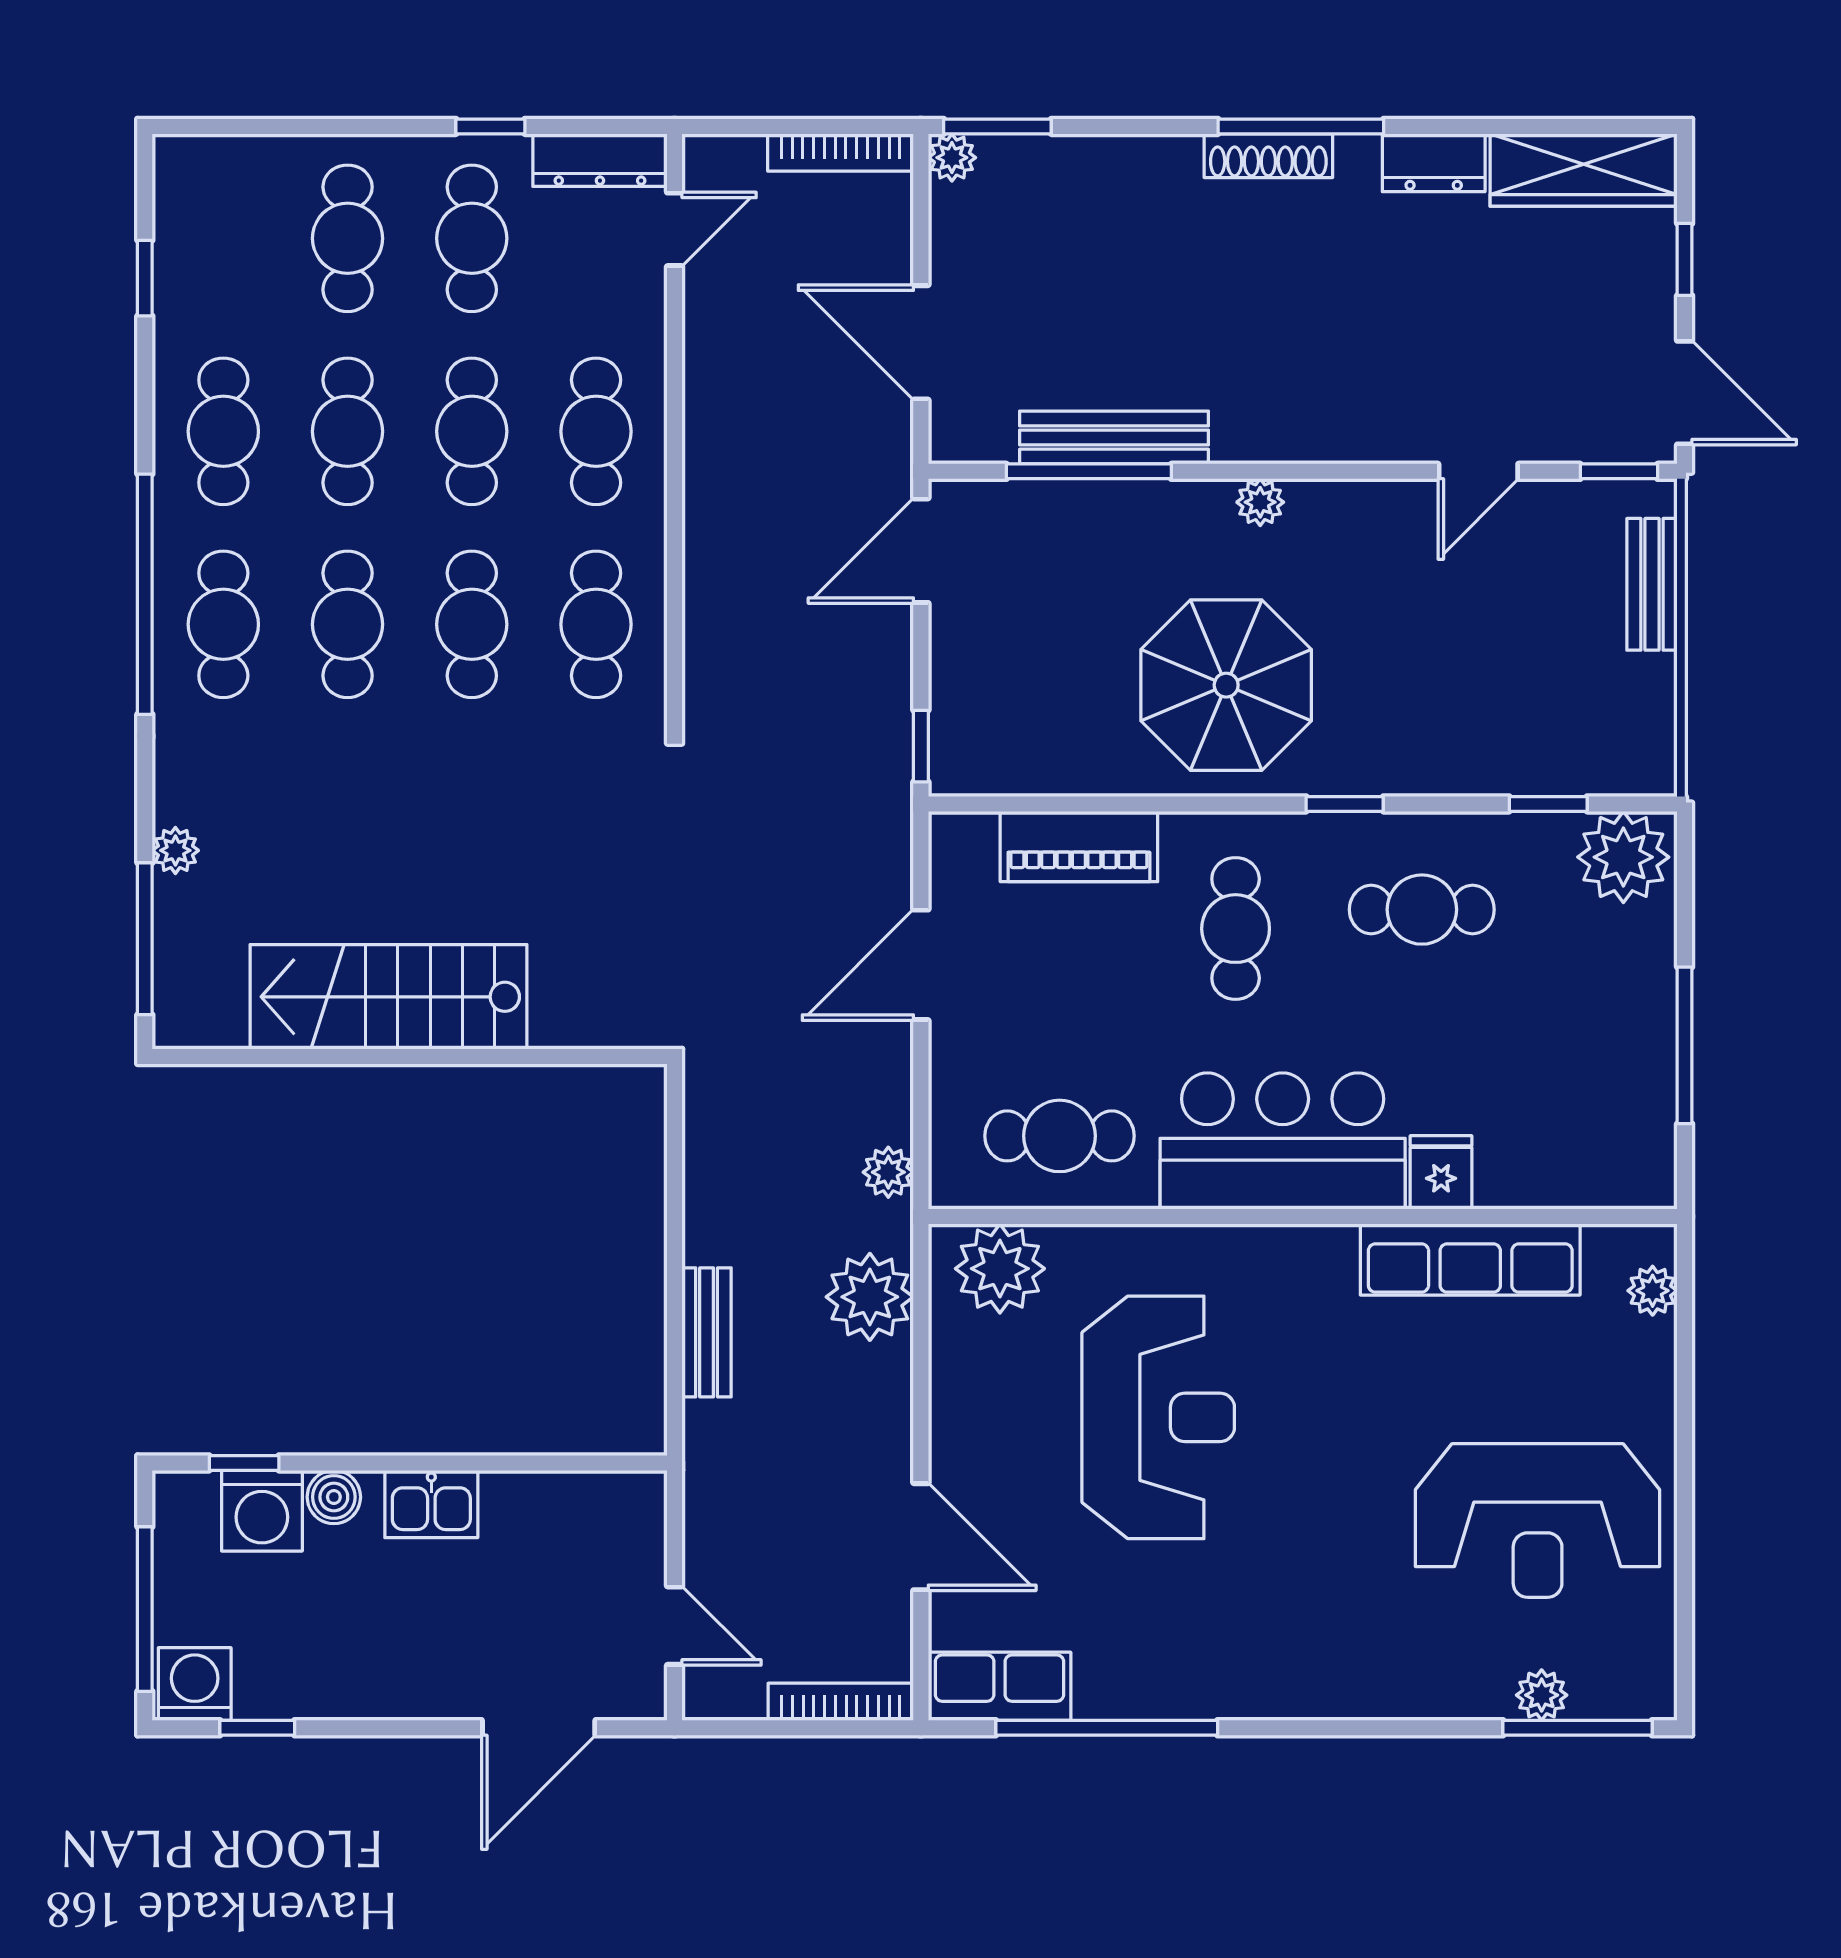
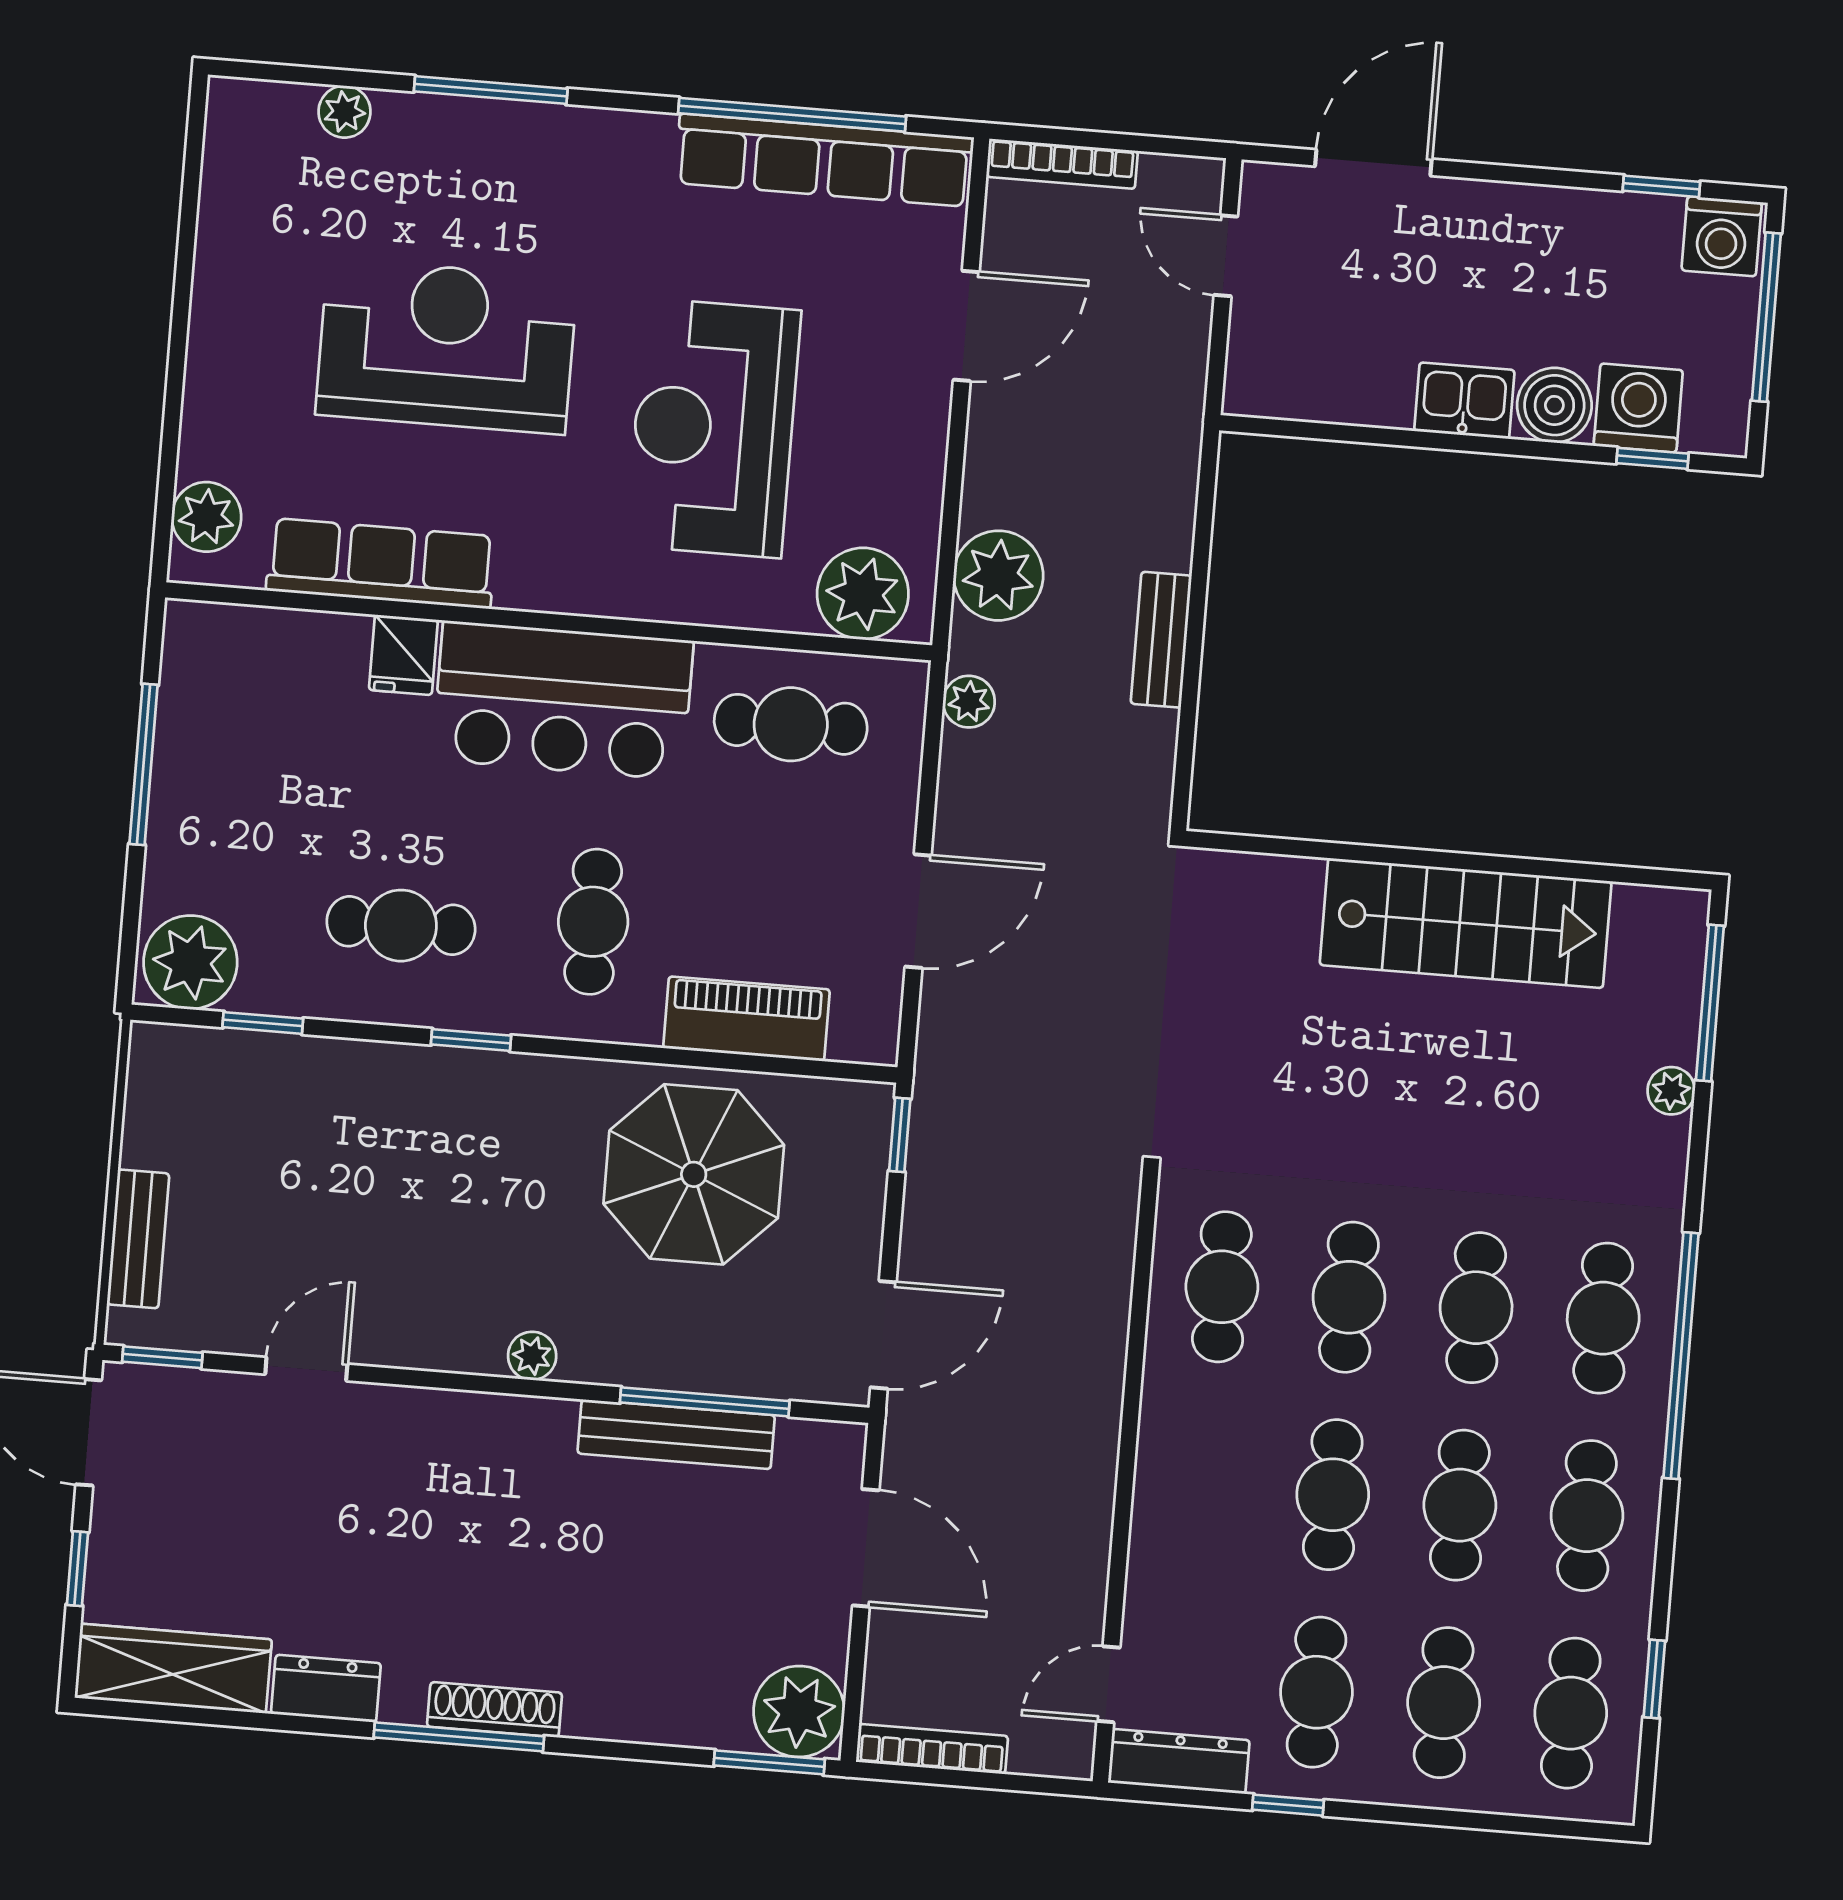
plant: (952, 158) -> (799, 1711), width x1.88, depth x1.88
cafe table: (596, 431) -> (1571, 1713), moved
parasol: (1226, 685) -> (694, 1174), moved
plant: (1653, 1291) -> (206, 517), width x1.38, depth x1.38
bench: (707, 1332) -> (1161, 640), moved
boiler: (334, 1497) -> (1554, 405), width x1.36, depth x1.36
reception desk: (1538, 1520) -> (446, 346), moved
door: (921, 1537) -> (966, 326), swing flipped
row of seats: (1000, 1686) -> (824, 160), width x2.02
window: (1577, 1728) -> (491, 90), moved

